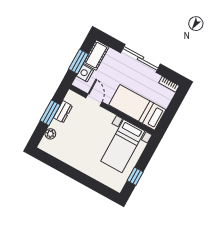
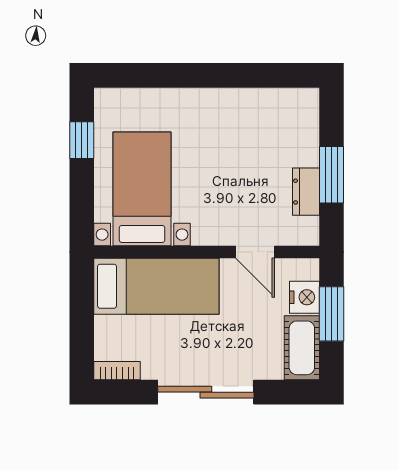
plant: (50, 134) -> (307, 131), removed

